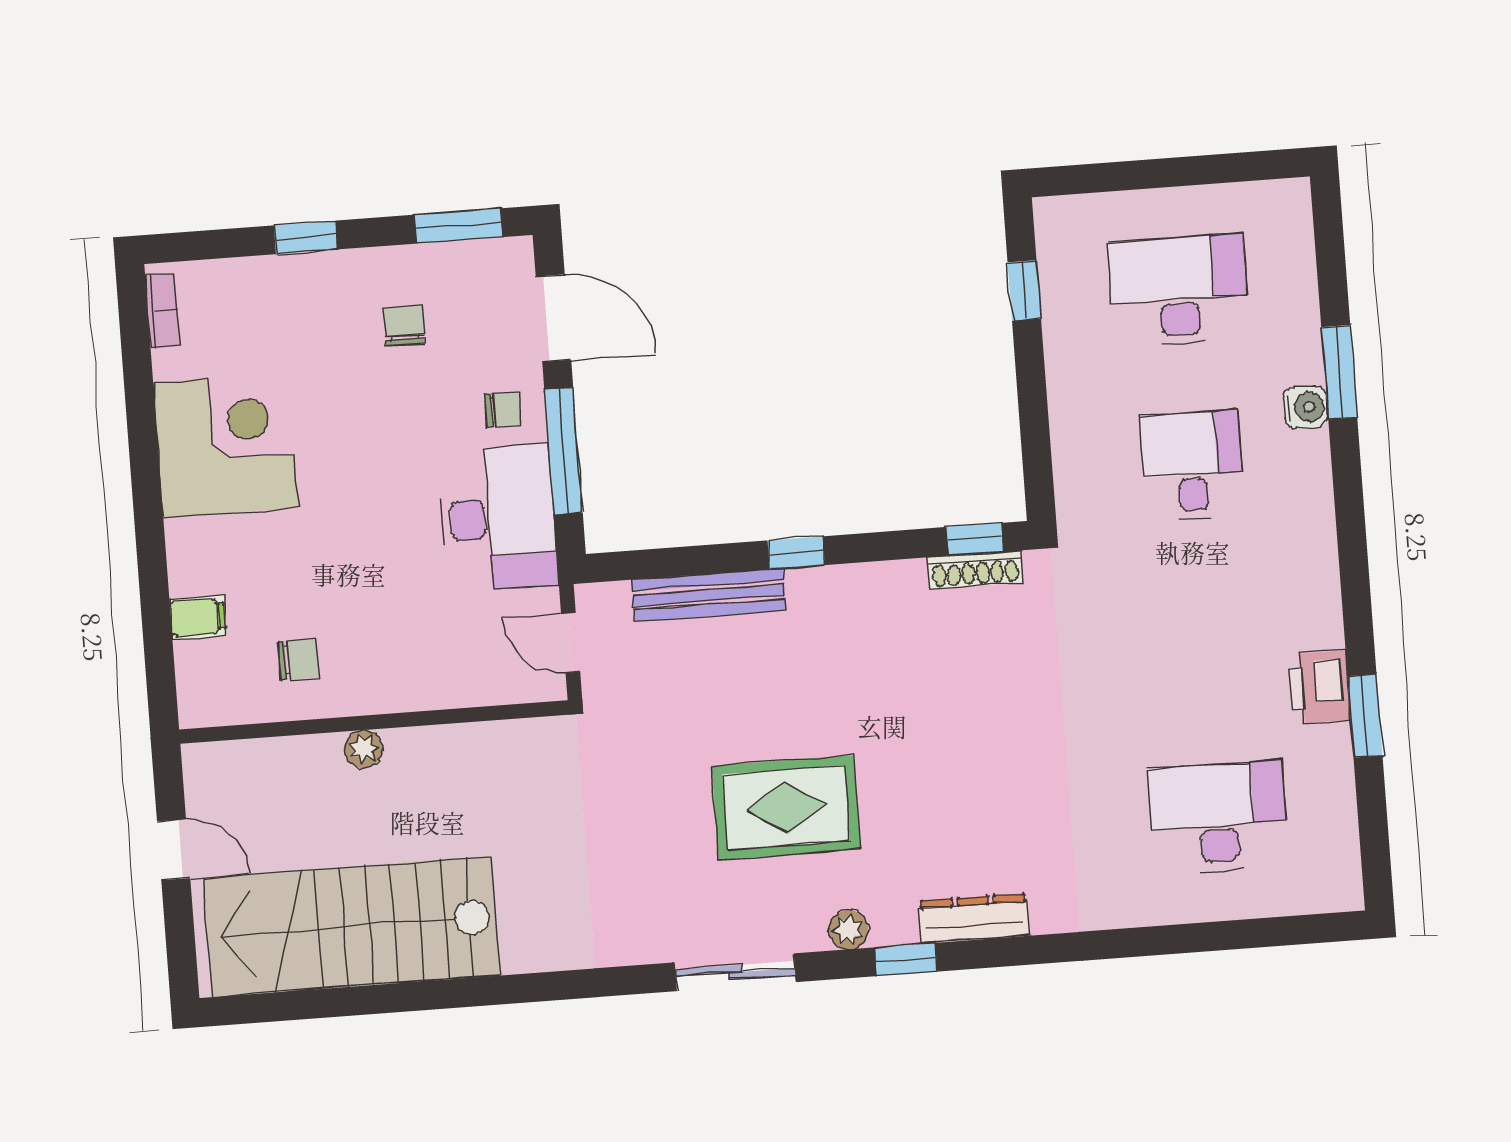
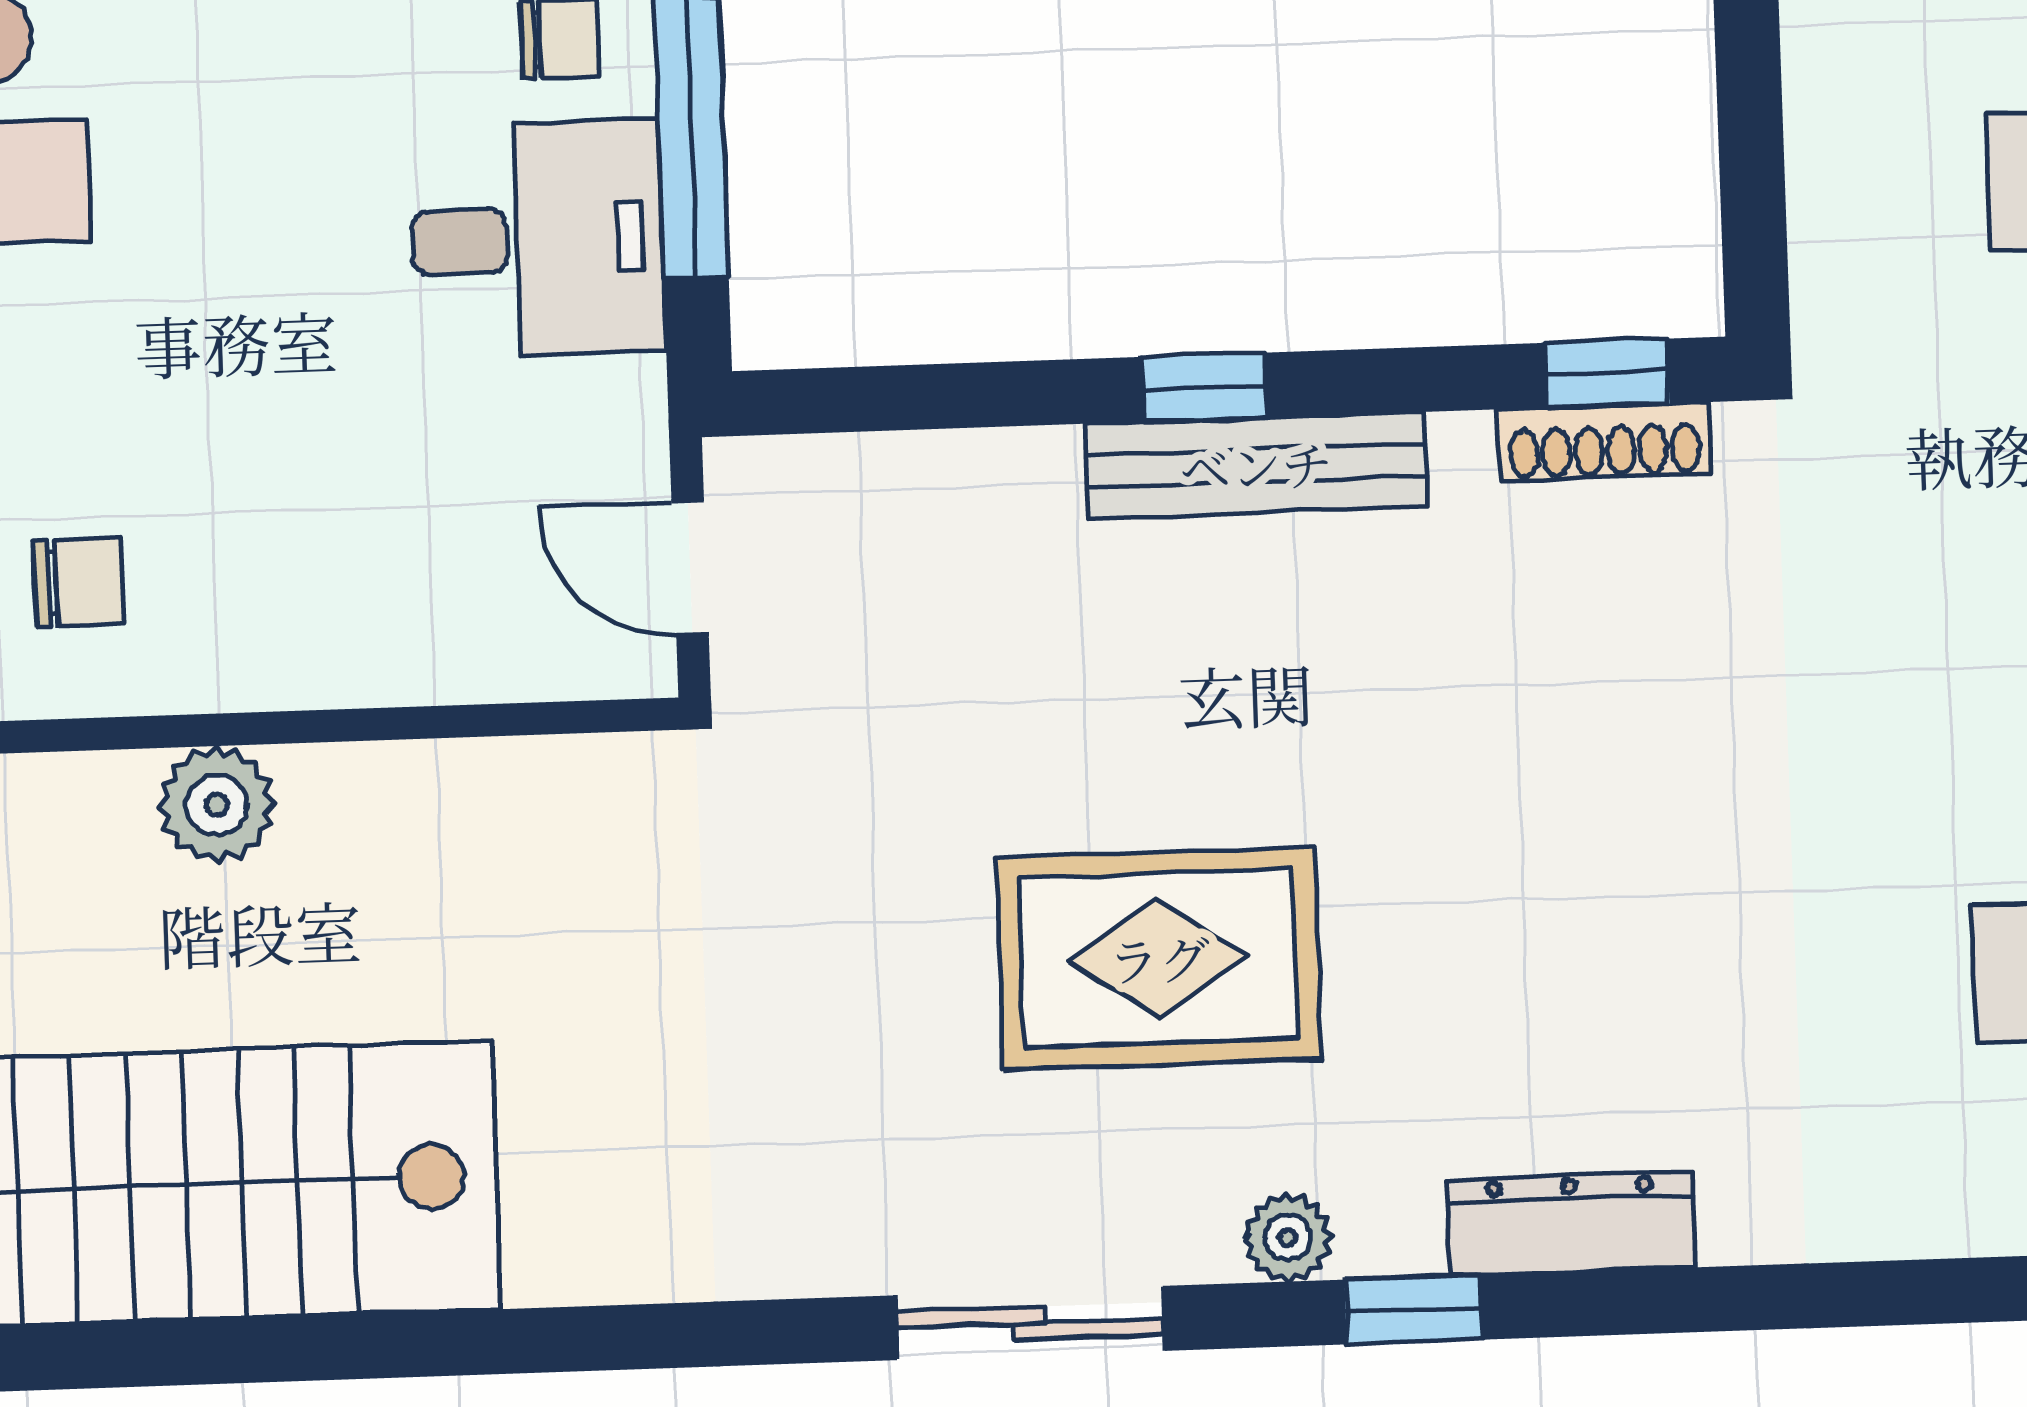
desk: (498, 518) -> (537, 239), width x0.73
bench: (709, 595) -> (1256, 465), moved
plant: (364, 749) -> (217, 805), width x1.38, depth x1.38

